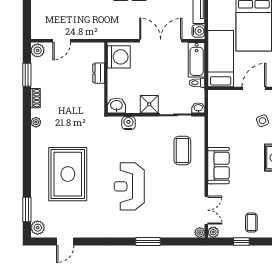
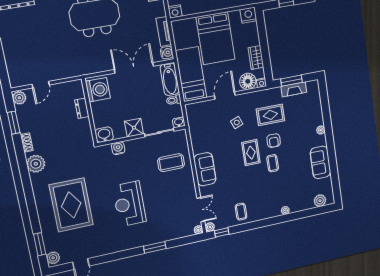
plant: (36, 122) -> (36, 164), width x1.87, depth x1.87
coffee table: (182, 150) -> (171, 163), turned 90
window: (241, 241) -> (222, 232), moved

